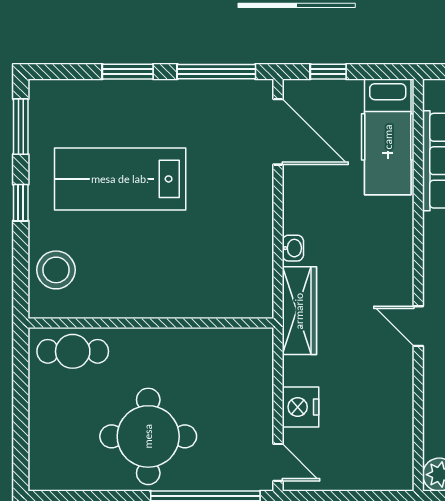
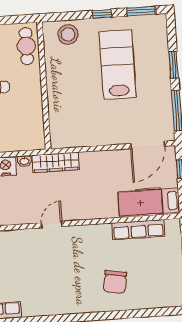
washbasin: (293, 248) -> (24, 161), moved

